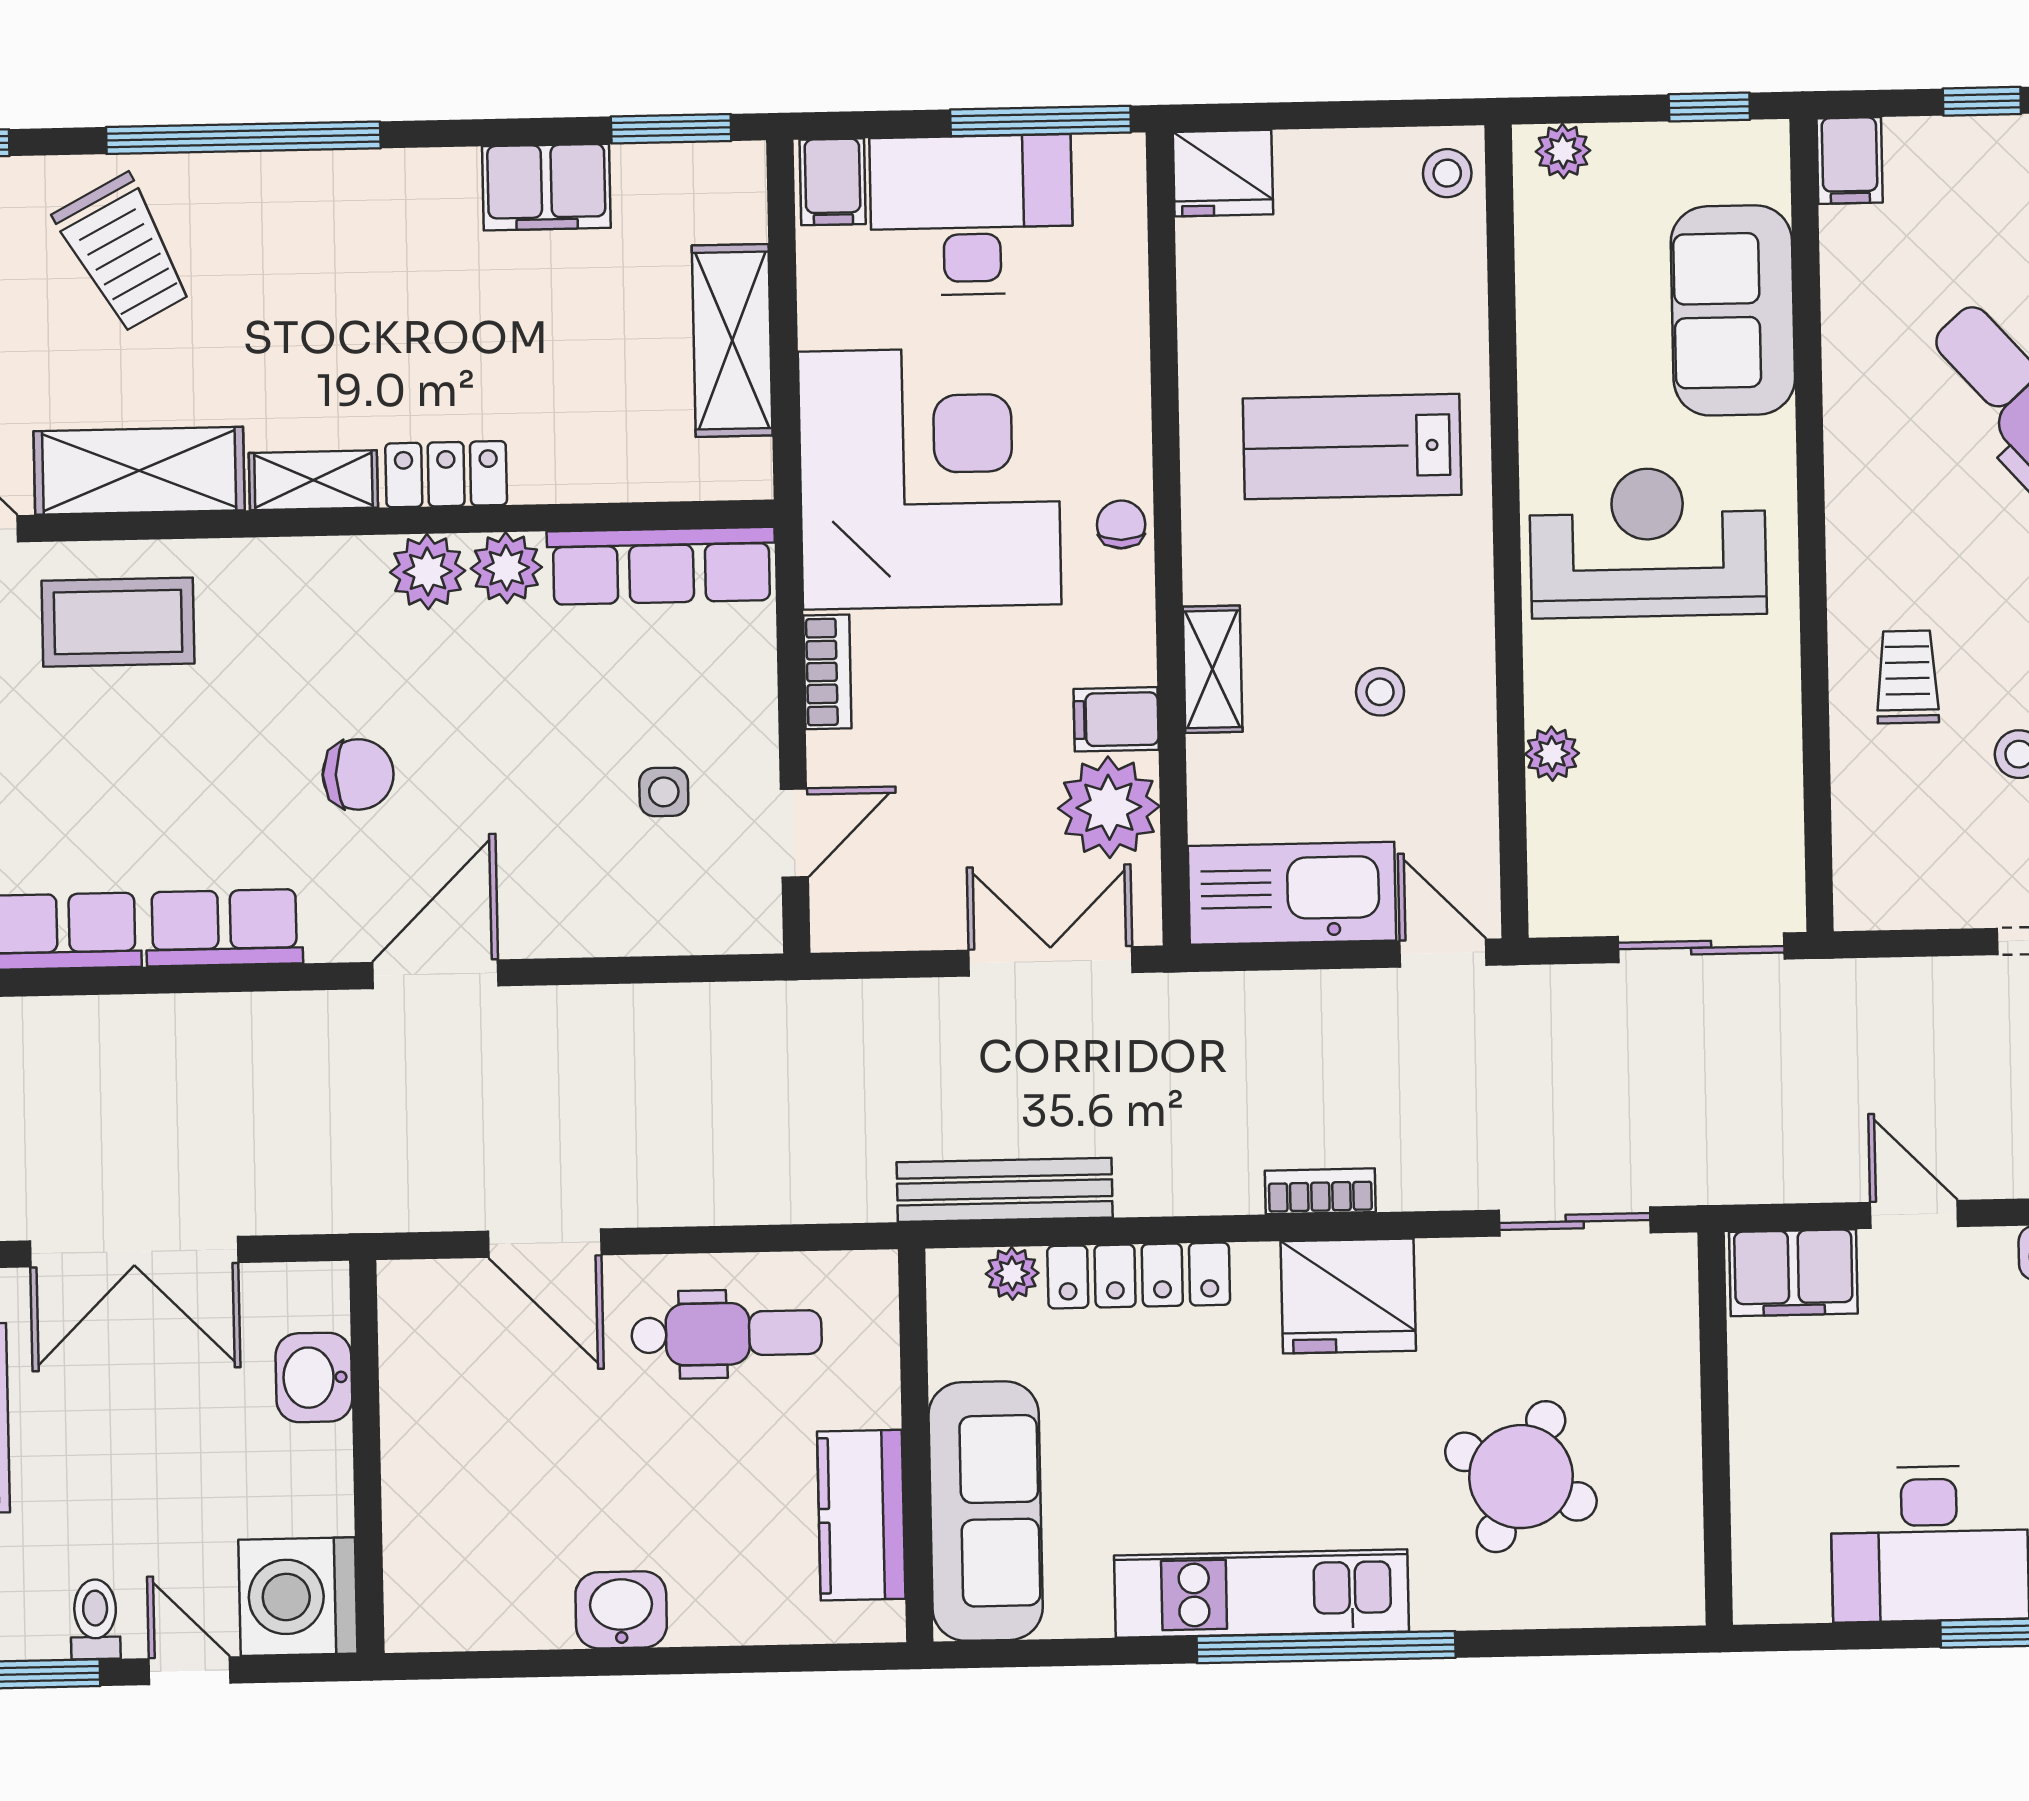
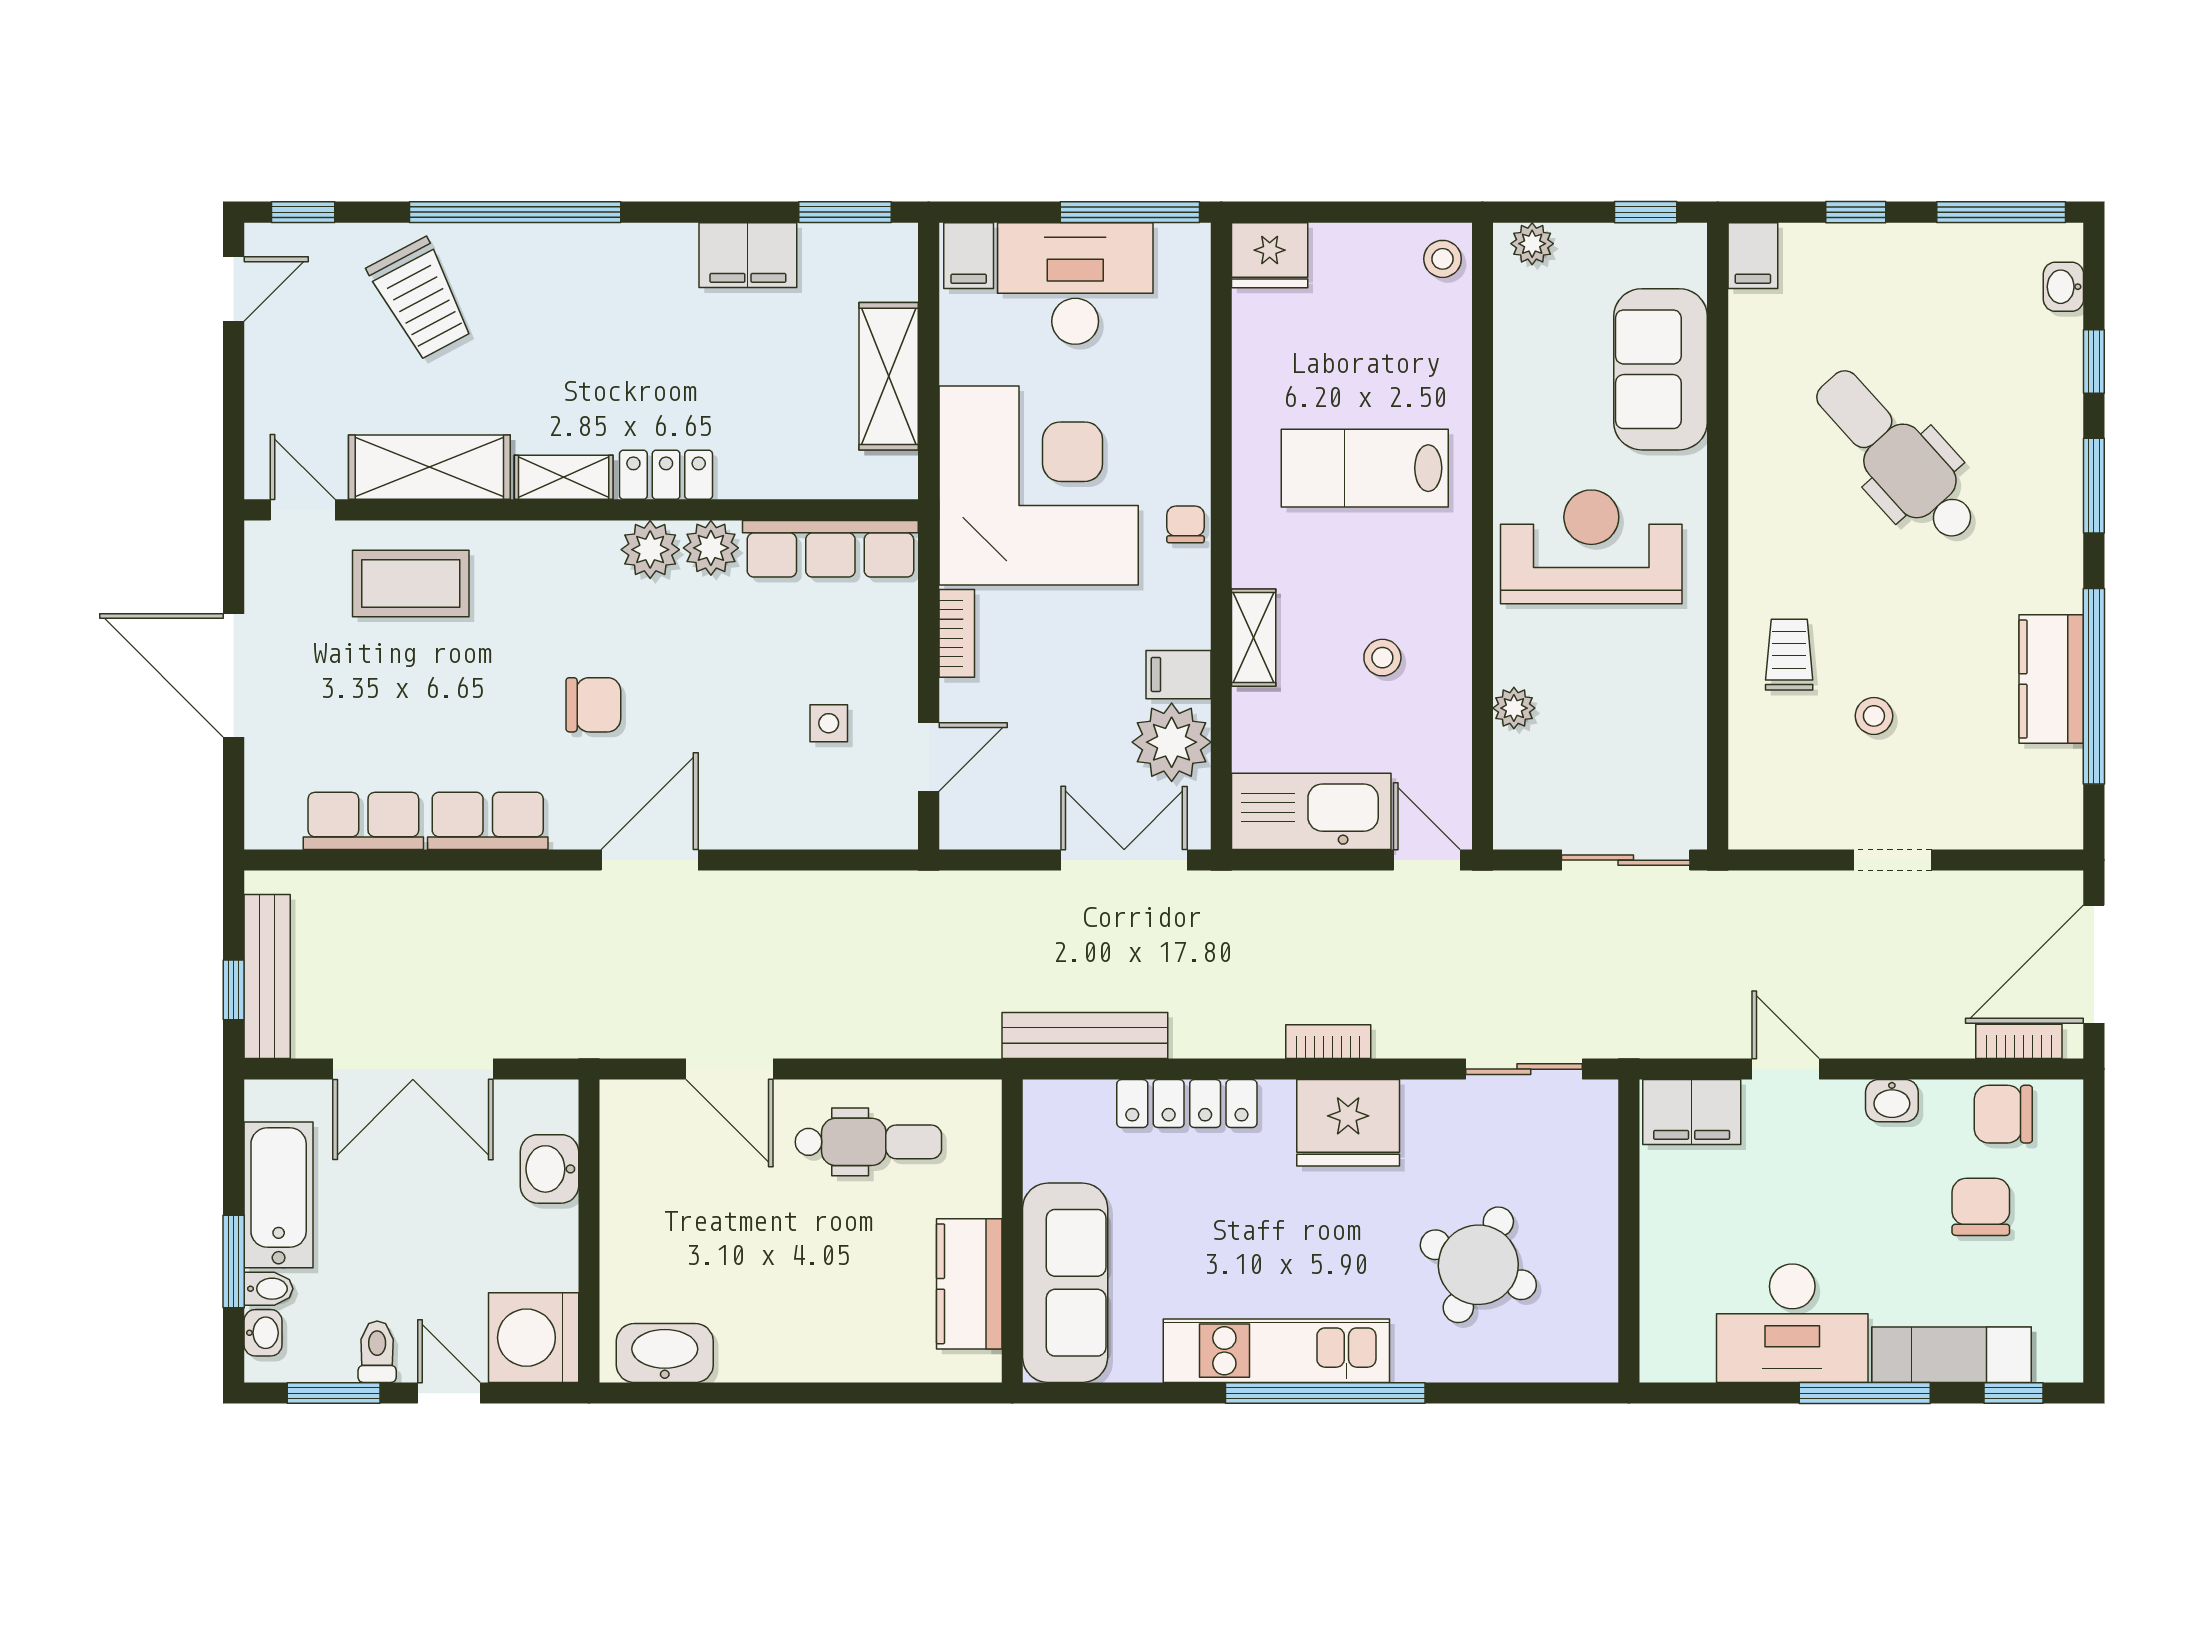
plant: (1012, 1273) -> (1089, 1100), removed
washbasin: (621, 1610) -> (665, 1353), moved, width x1.38

